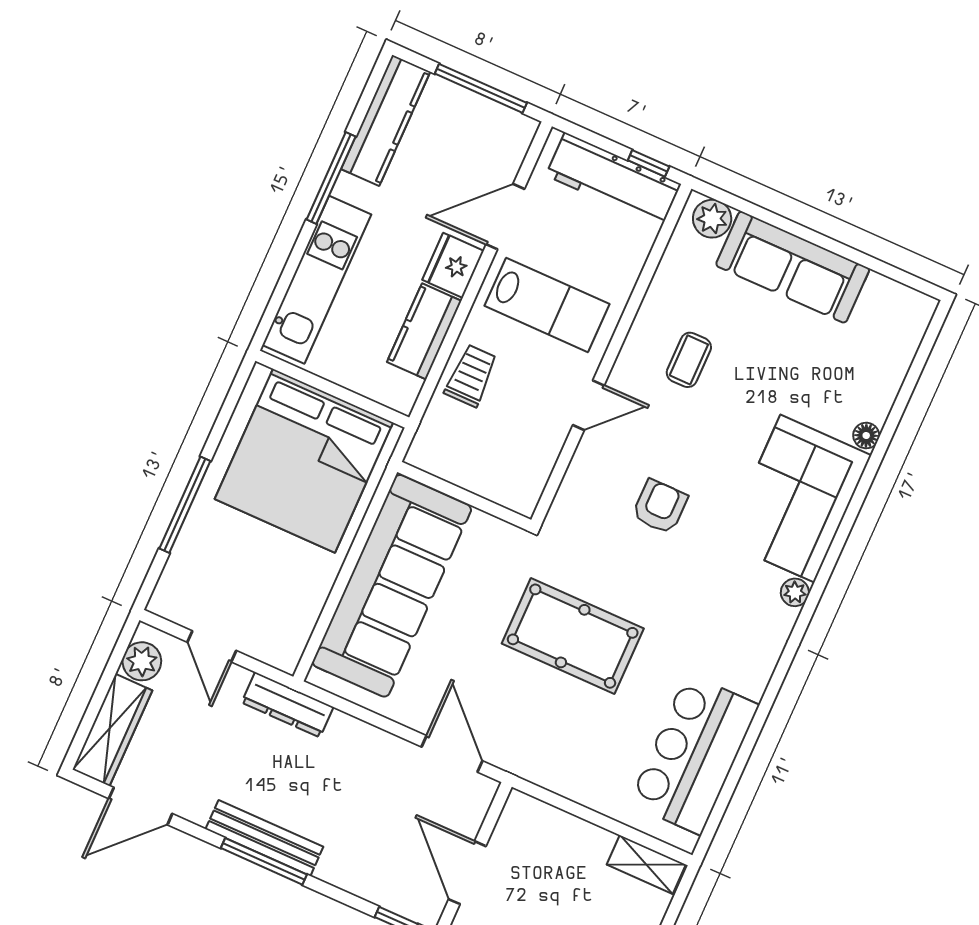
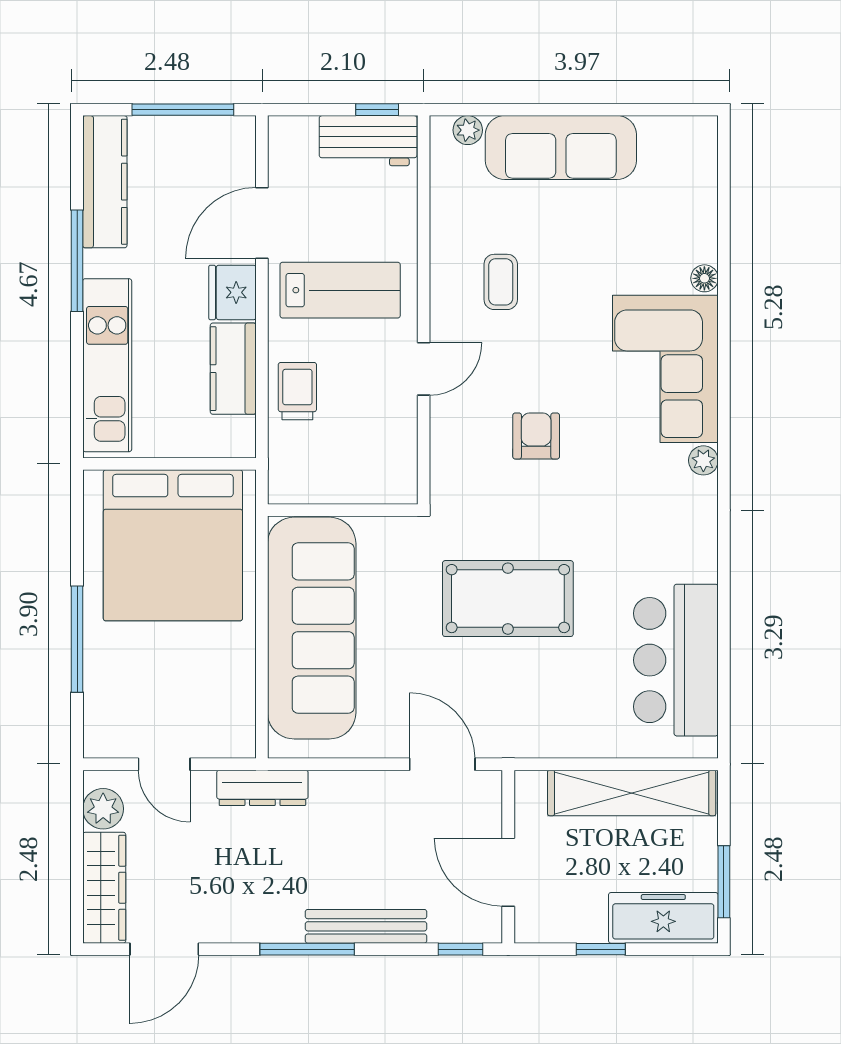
workbench: (613, 180) -> (368, 141), width x0.73
plant: (712, 219) -> (468, 130), width x0.73, depth x0.73
bench: (264, 838) -> (366, 926), moved
shelving: (646, 865) -> (632, 793), width x2.20, depth x1.33

